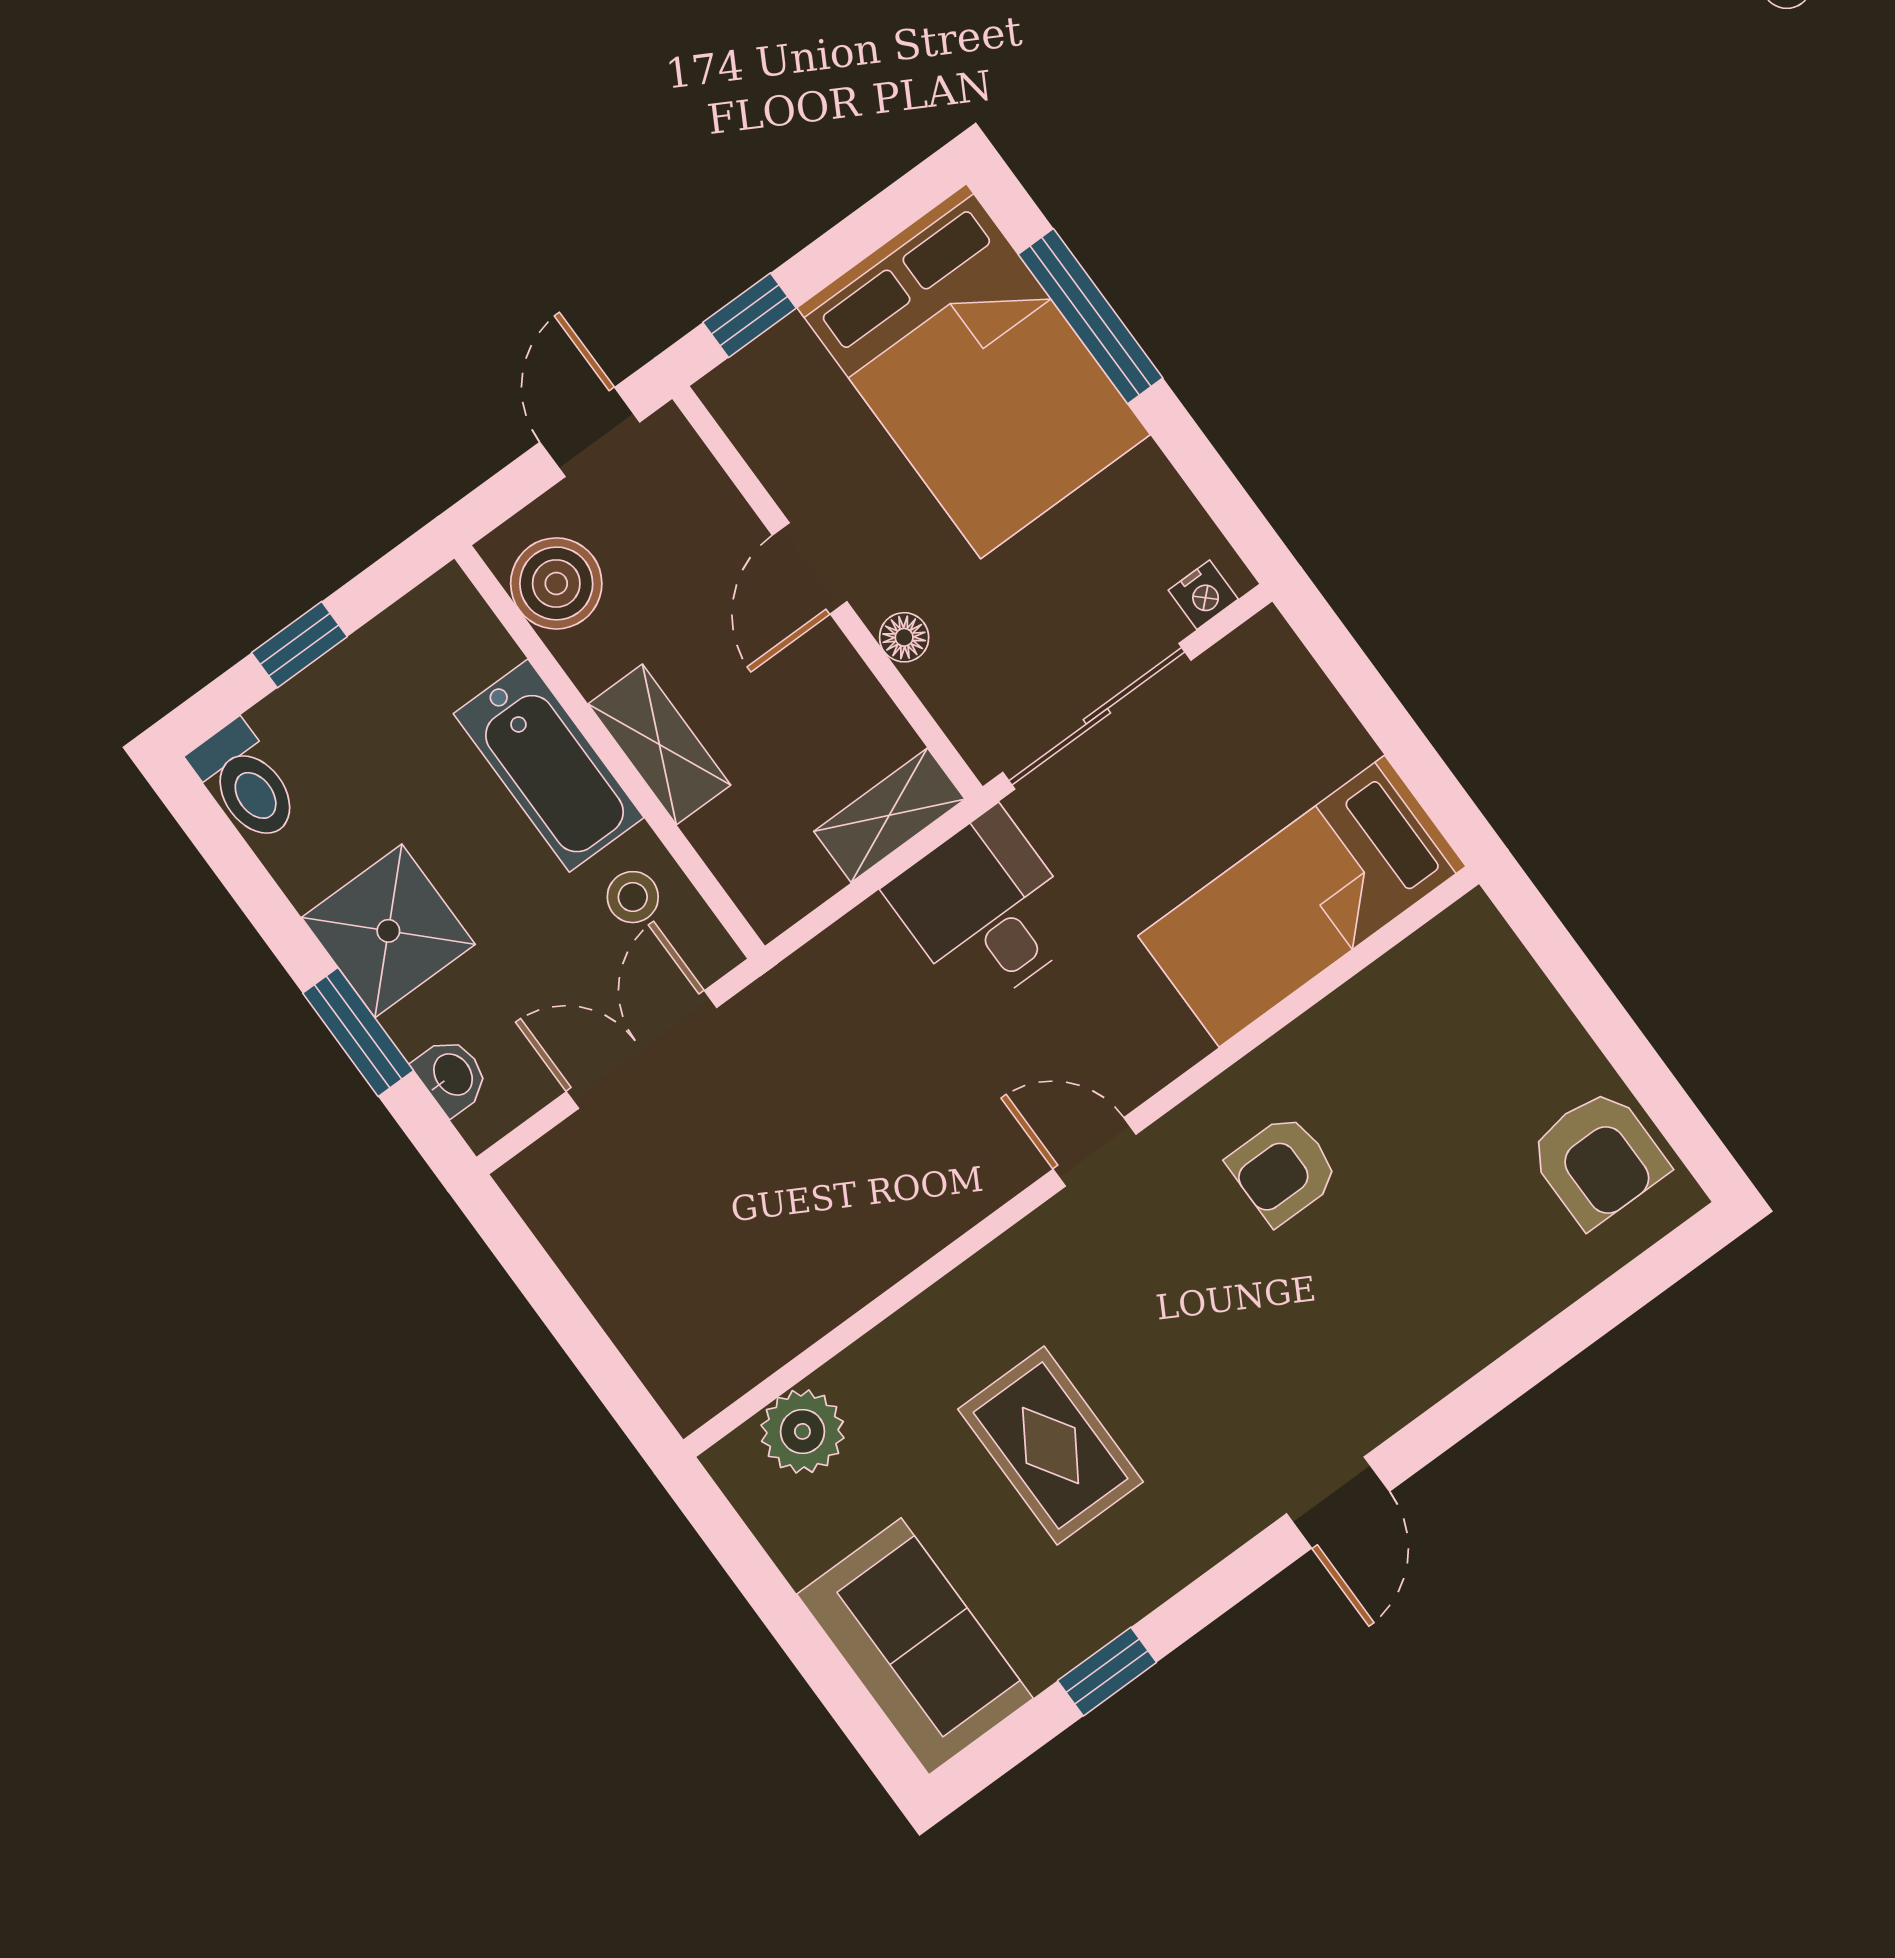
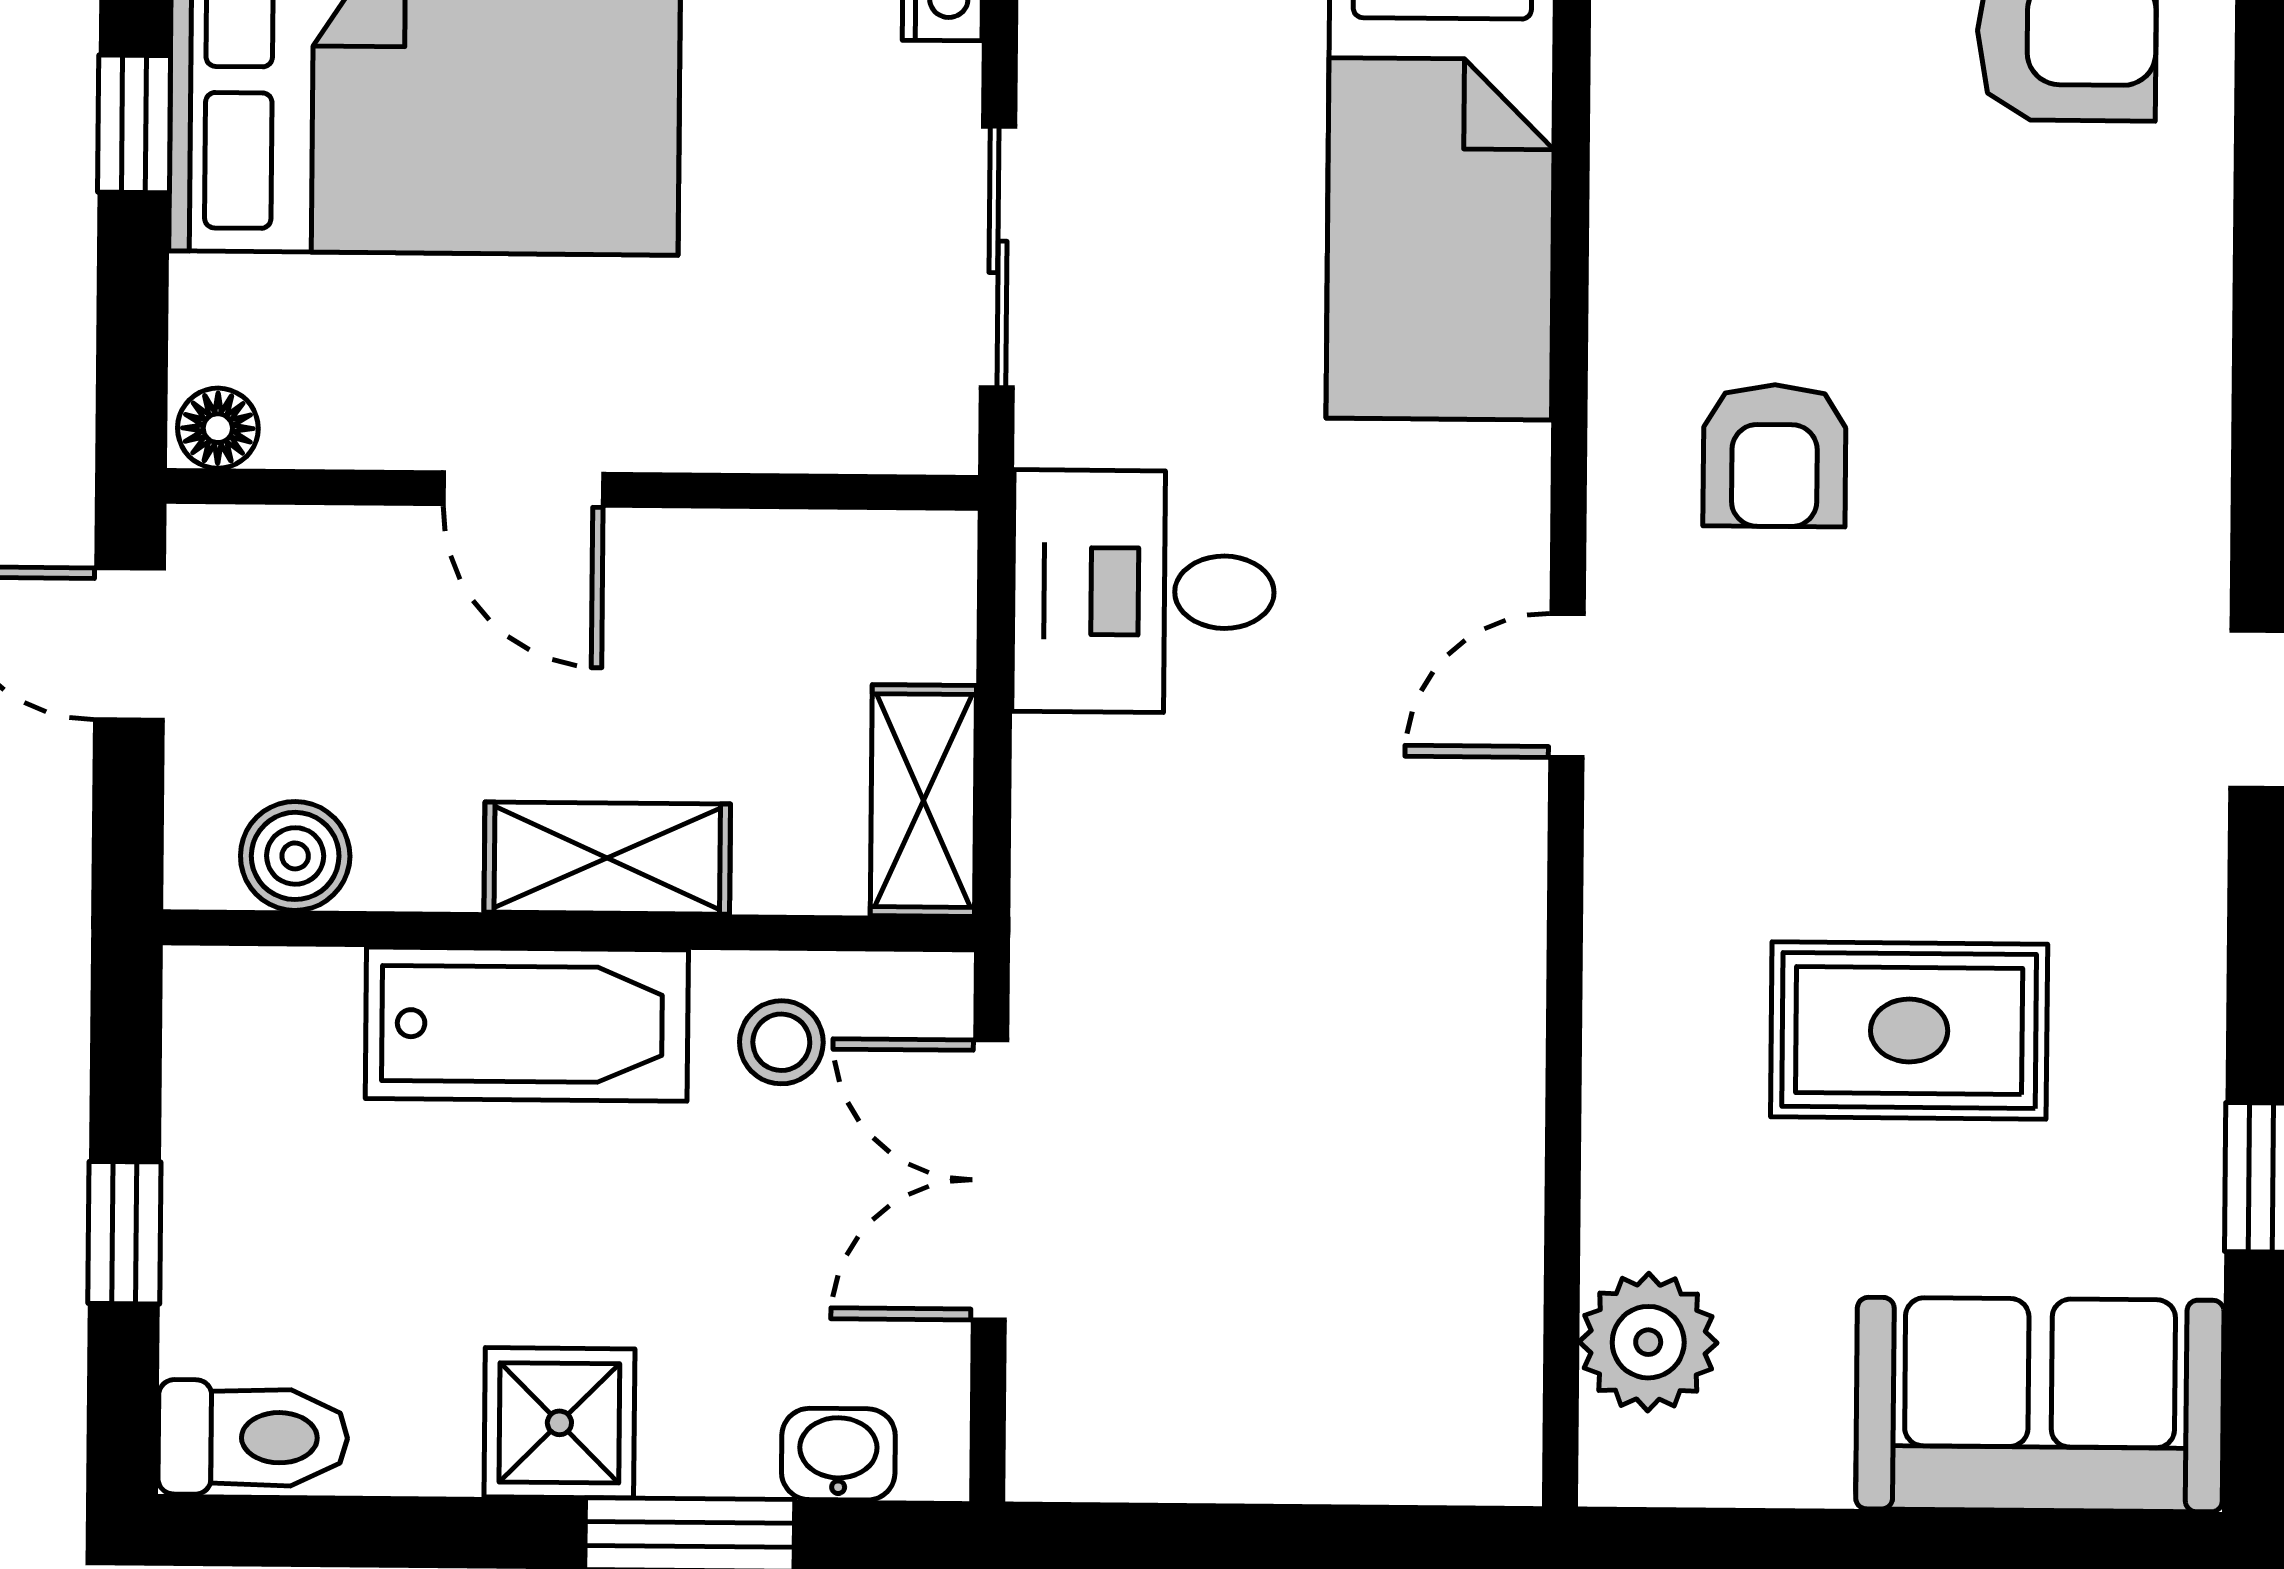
window: (749, 315) -> (134, 124), moved
boiler: (556, 583) -> (295, 856), width x0.73, depth x0.73
floor lamp: (904, 637) -> (218, 428), moved
sliding door: (1097, 716) -> (998, 257), width x0.73
shelving: (889, 815) -> (923, 801), moved
shower: (388, 931) -> (559, 1423), width x0.73, depth x0.73

